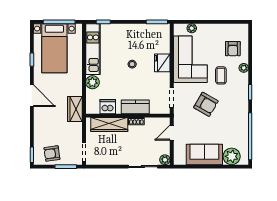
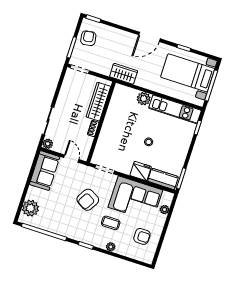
armchair: (233, 49) -> (142, 236), moved, turned 180
dishwasher: (108, 107) -> (116, 106), removed
kitchen counter: (135, 107) -> (163, 179), moved, turned -90
sofa: (204, 154) -> (45, 171), moved

